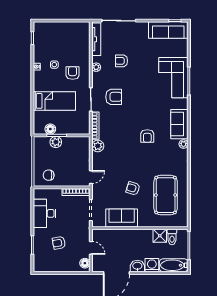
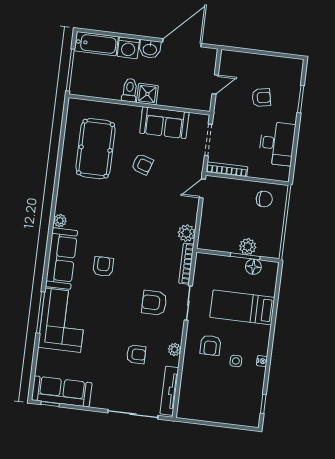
sofa: (179, 124) -> (61, 259), width x1.36
armchair: (147, 136) -> (103, 266), moved
shower: (160, 236) -> (147, 94), moved
toilet: (172, 237) -> (130, 90), moved
door: (91, 248) -> (215, 84), swing flipped
floor lamp: (85, 263) -> (227, 63), removed

